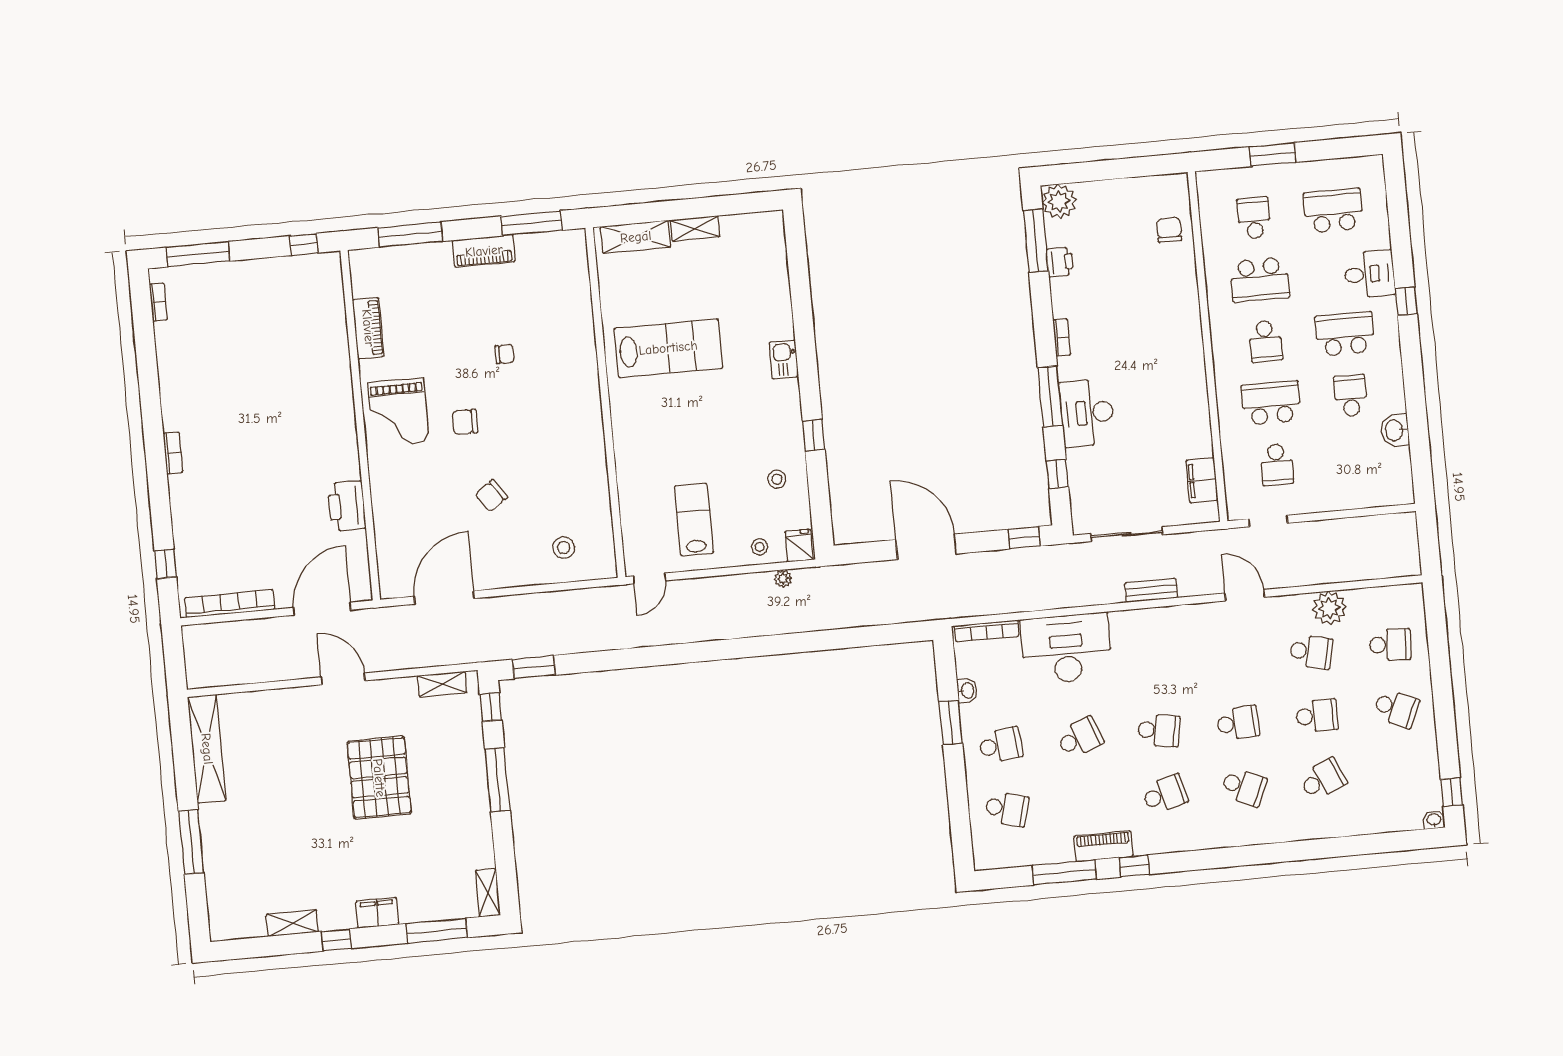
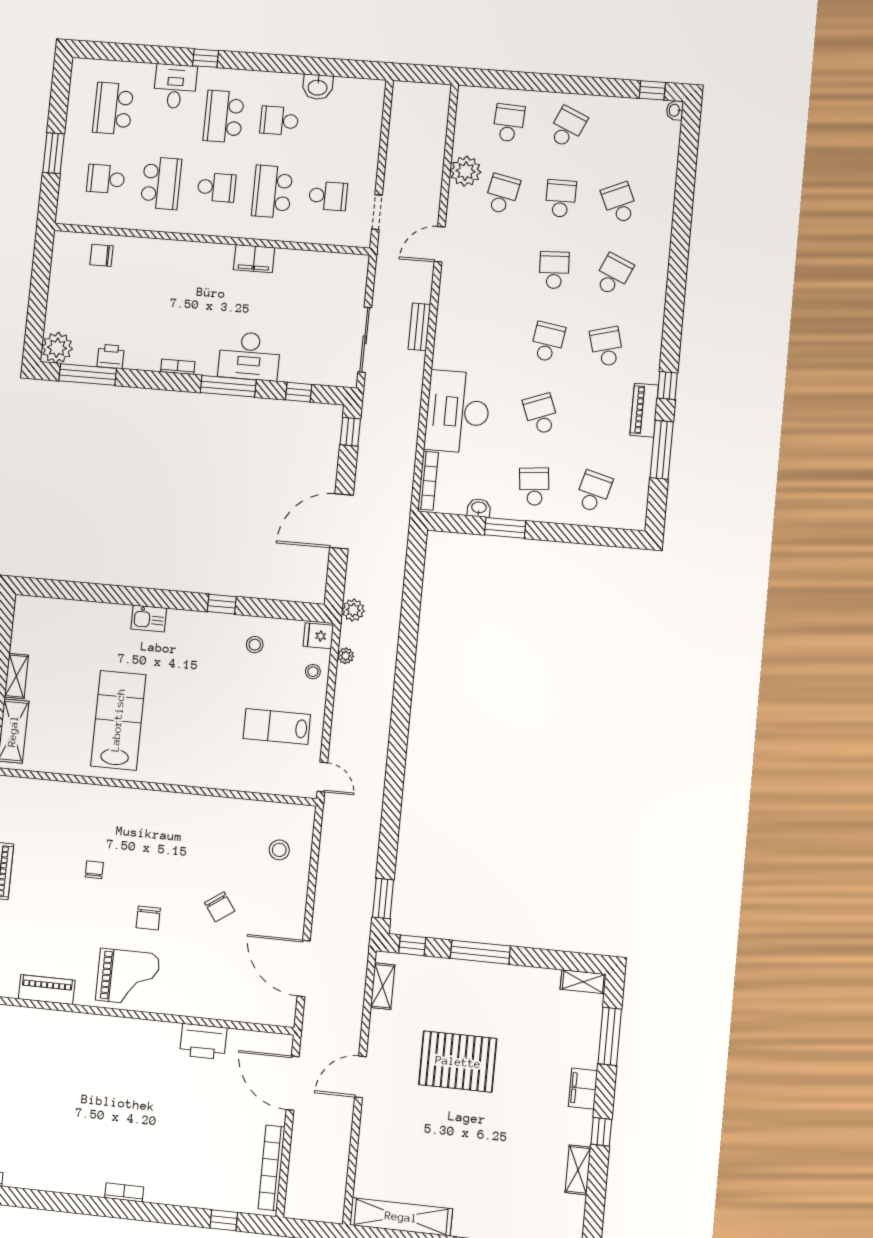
filing cabinet: (1202, 480) -> (254, 259), moved
plant: (833, 577) -> (353, 610), added

